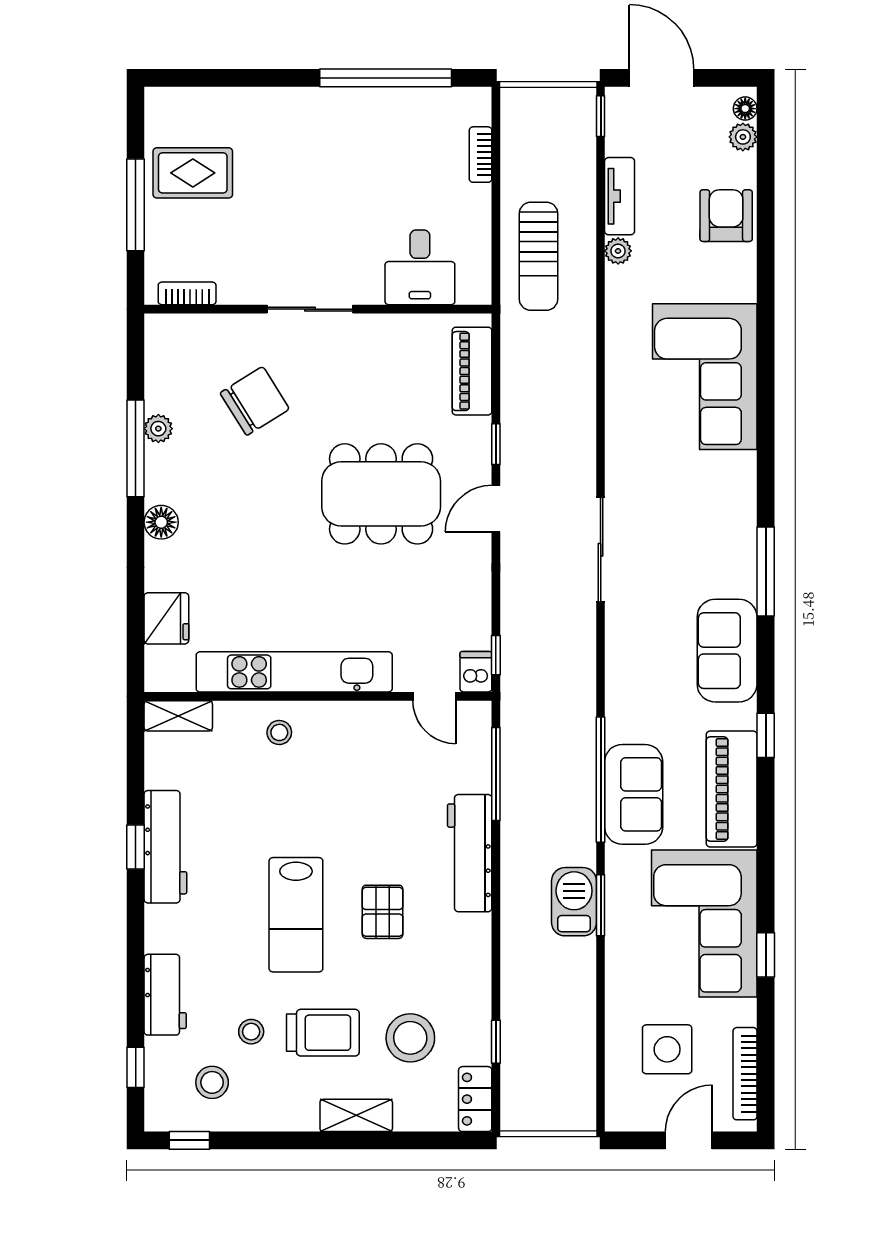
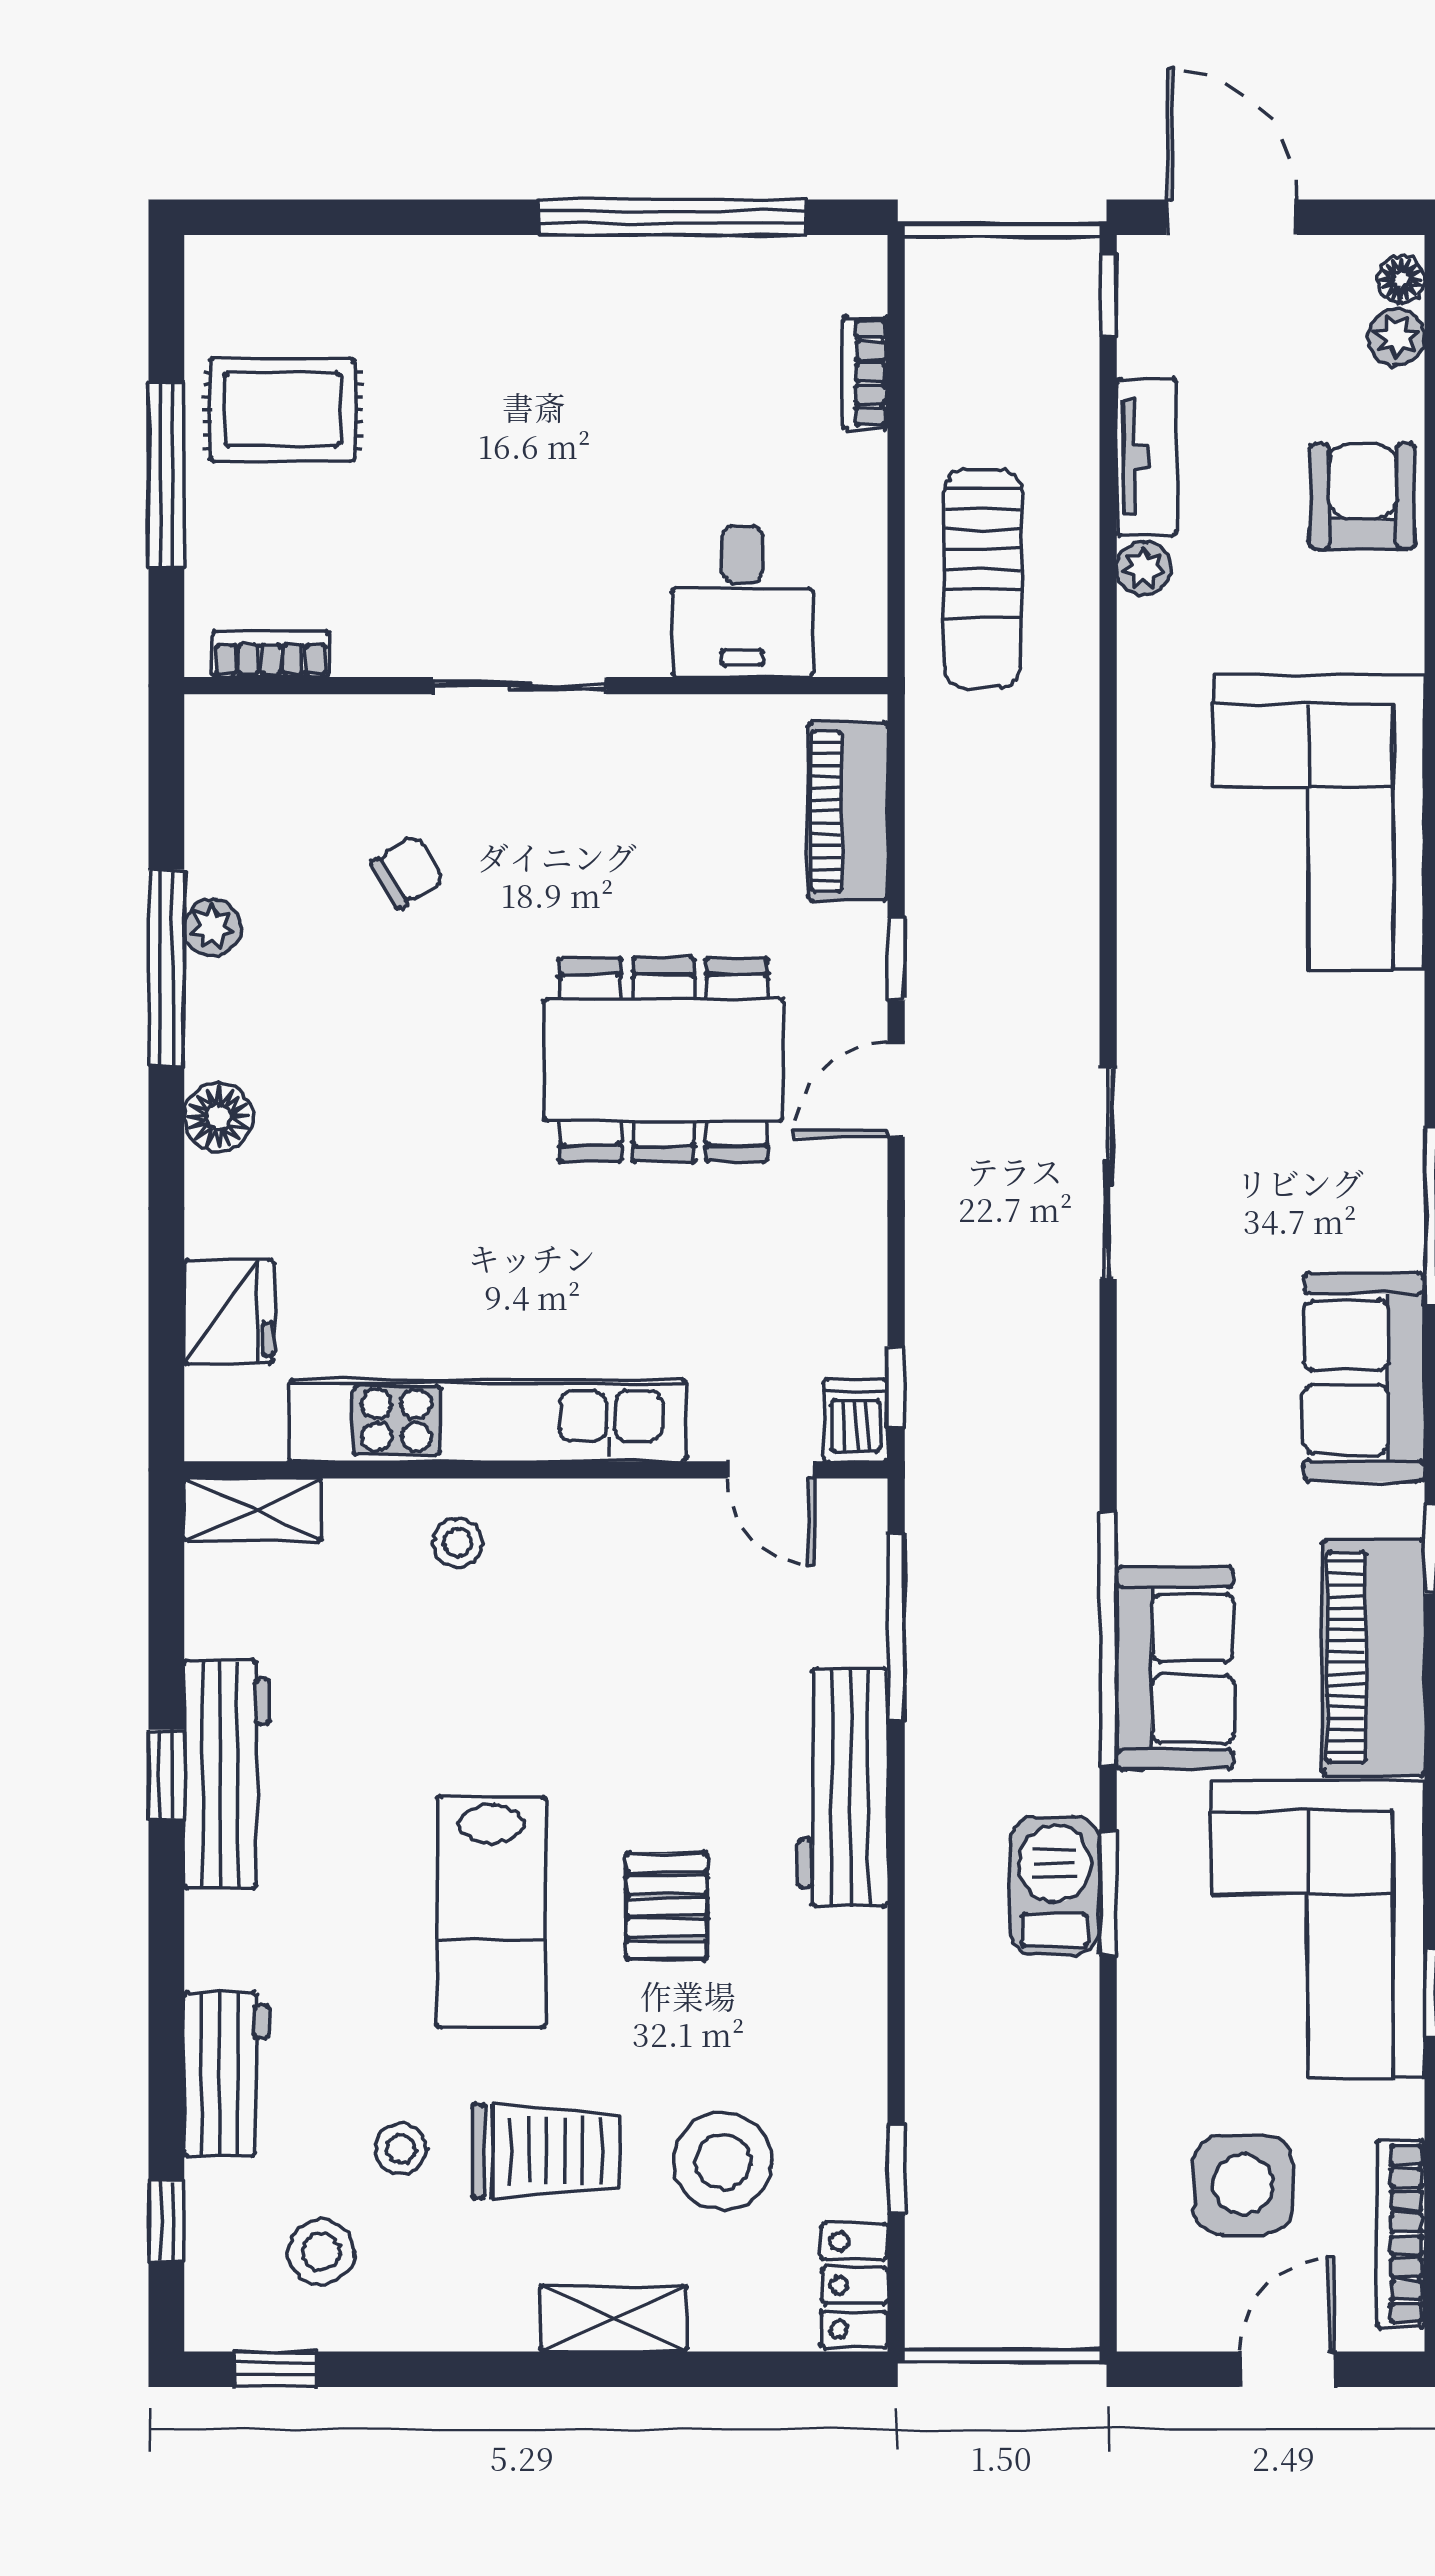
chair: (255, 401) -> (408, 872), width x0.54, depth x0.54

